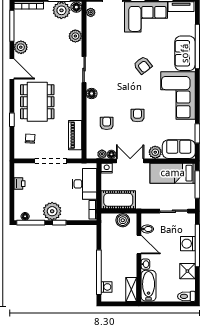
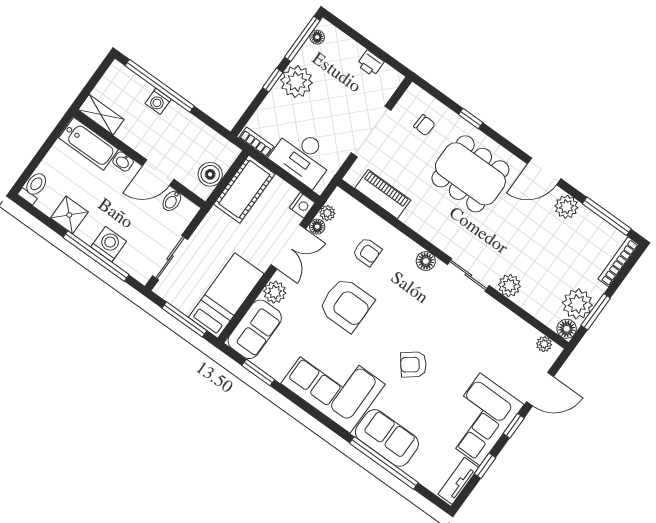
plant: (75, 36) -> (509, 285), moved
armchair: (138, 116) -> (346, 305), width x1.88, depth x1.88
washing machine: (107, 287) -> (158, 101), moved

